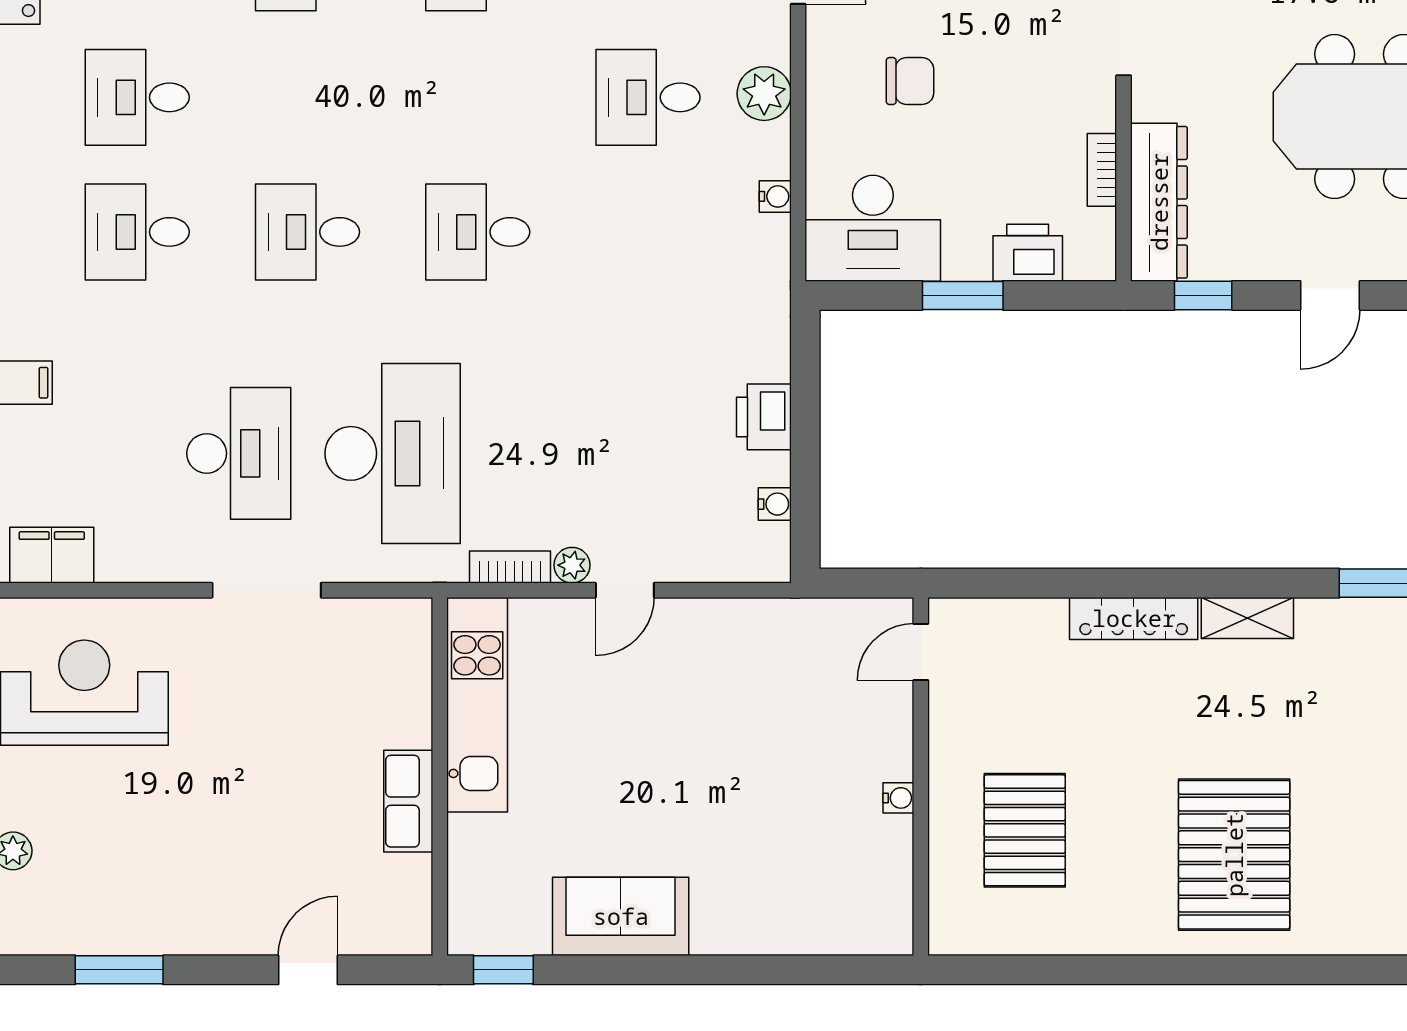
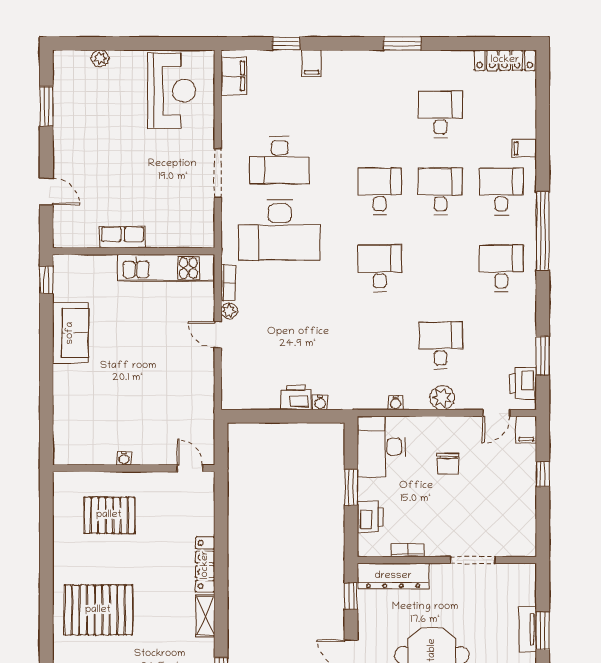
desk: (137, 232) -> (440, 191), moved
water cooler: (775, 504) -> (320, 402), moved

